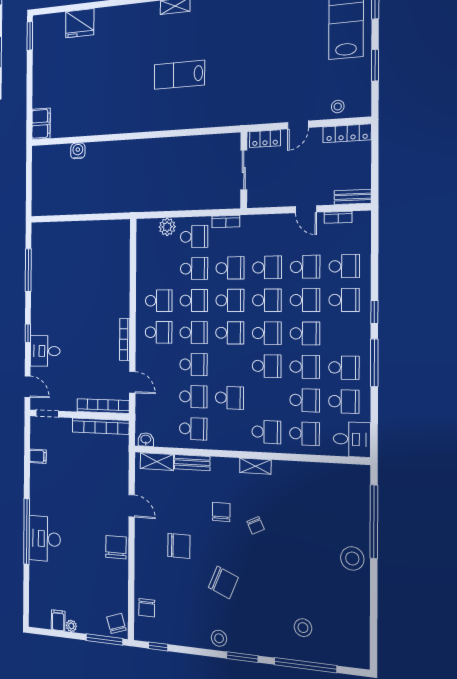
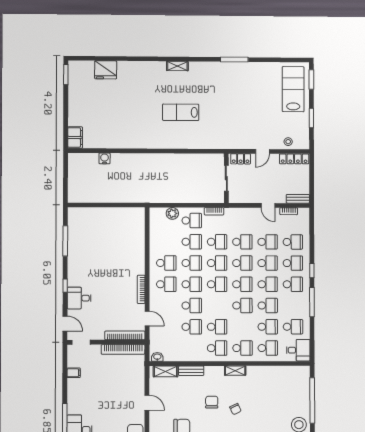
school desk: (344, 368) -> (293, 284), moved
school desk: (193, 429) -> (217, 348), moved

